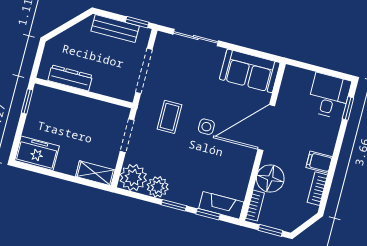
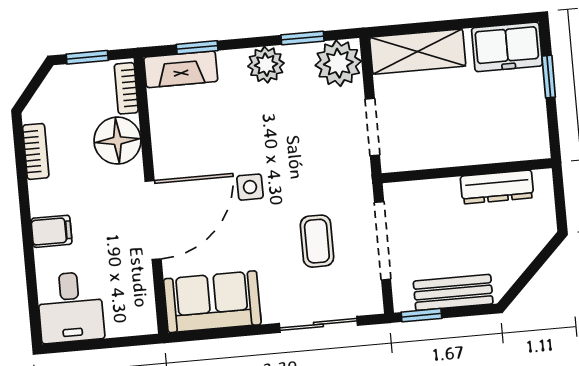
window: (27, 101) -> (549, 77), moved
window: (348, 108) -> (33, 298), removed
coffee table: (170, 117) -> (317, 241), moved
filing cabinet: (319, 162) -> (52, 231), moved
shelving: (95, 173) -> (418, 52), width x1.50, depth x1.33
plant: (158, 187) -> (266, 65), moved
window: (174, 205) -> (303, 38), moved

